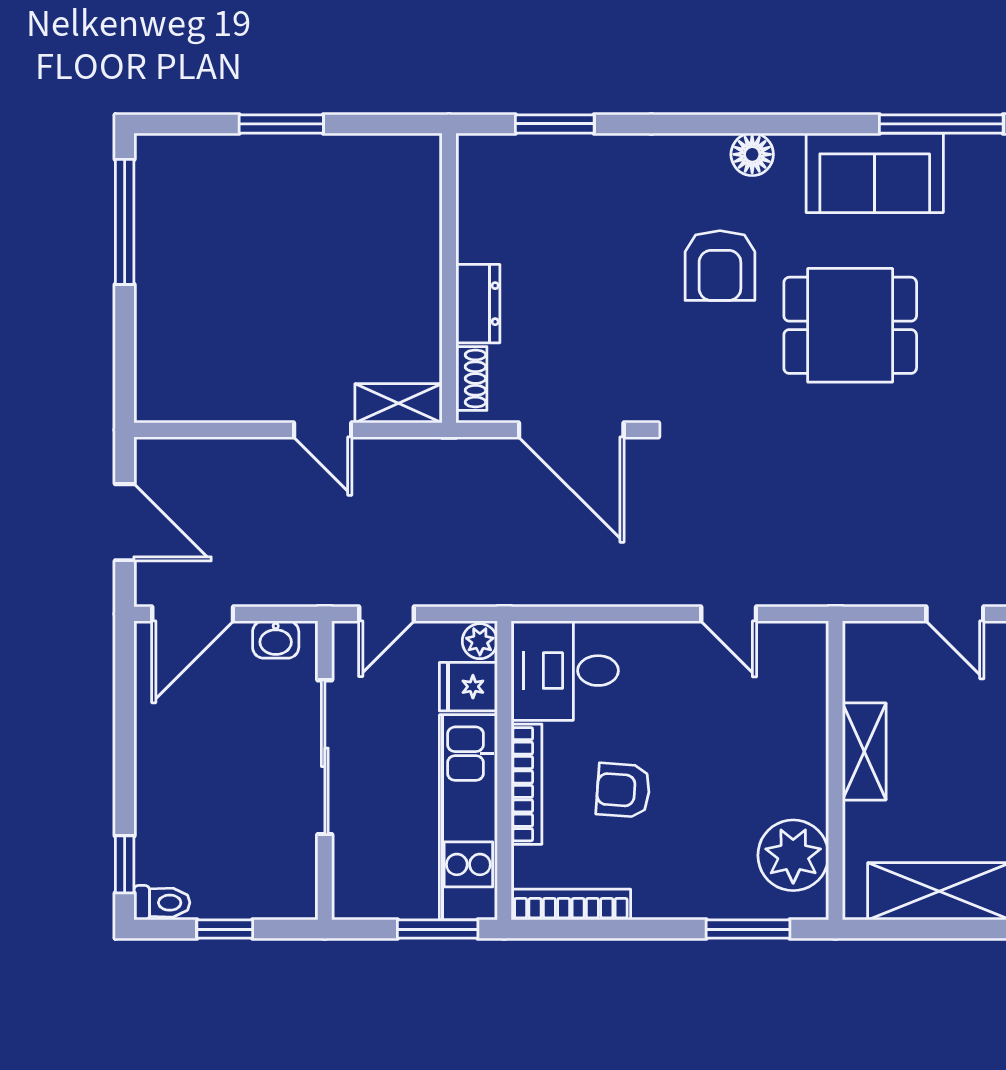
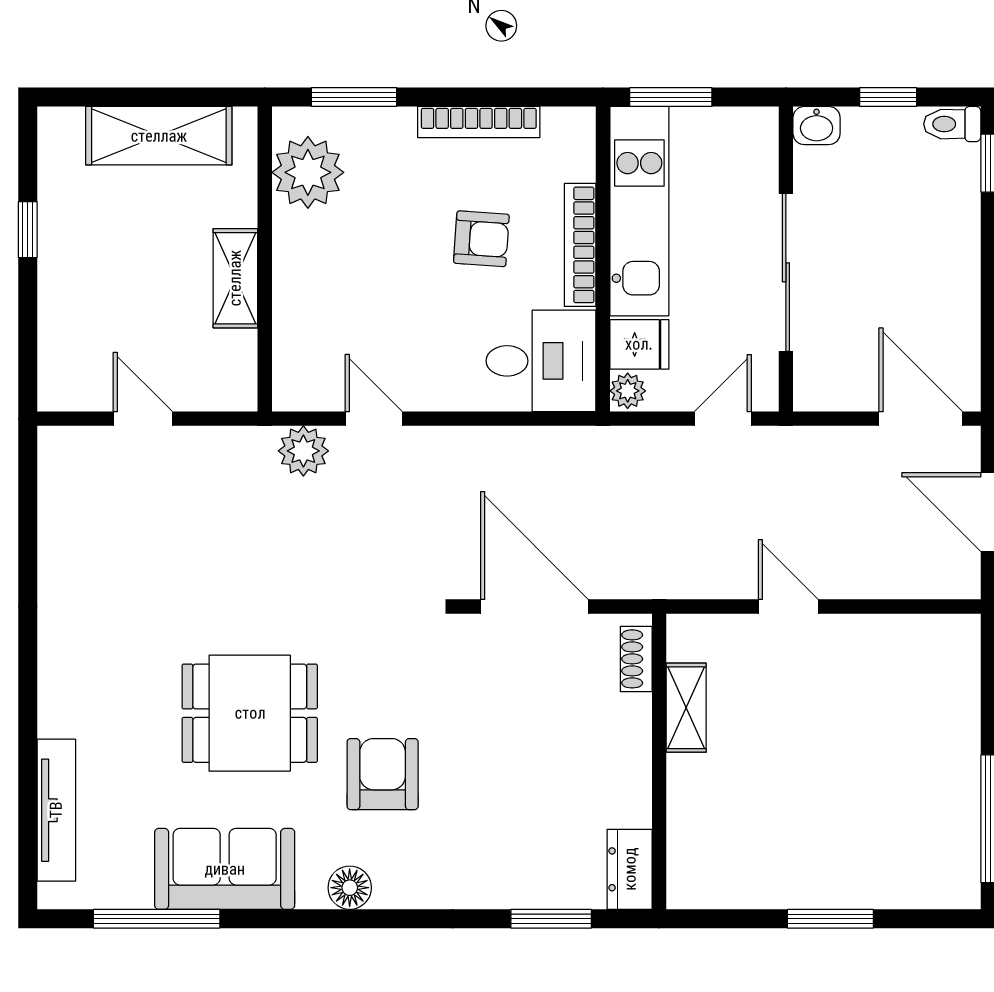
dresser: (478, 304) -> (630, 869), moved
shelving: (398, 403) -> (686, 708), moved, turned 90
plant: (798, 582) -> (303, 451), added
door: (193, 614) -> (921, 419), hinge flipped
washbasin: (276, 639) -> (817, 126), moved, turned 180
bookcase: (571, 905) -> (479, 122), moved

